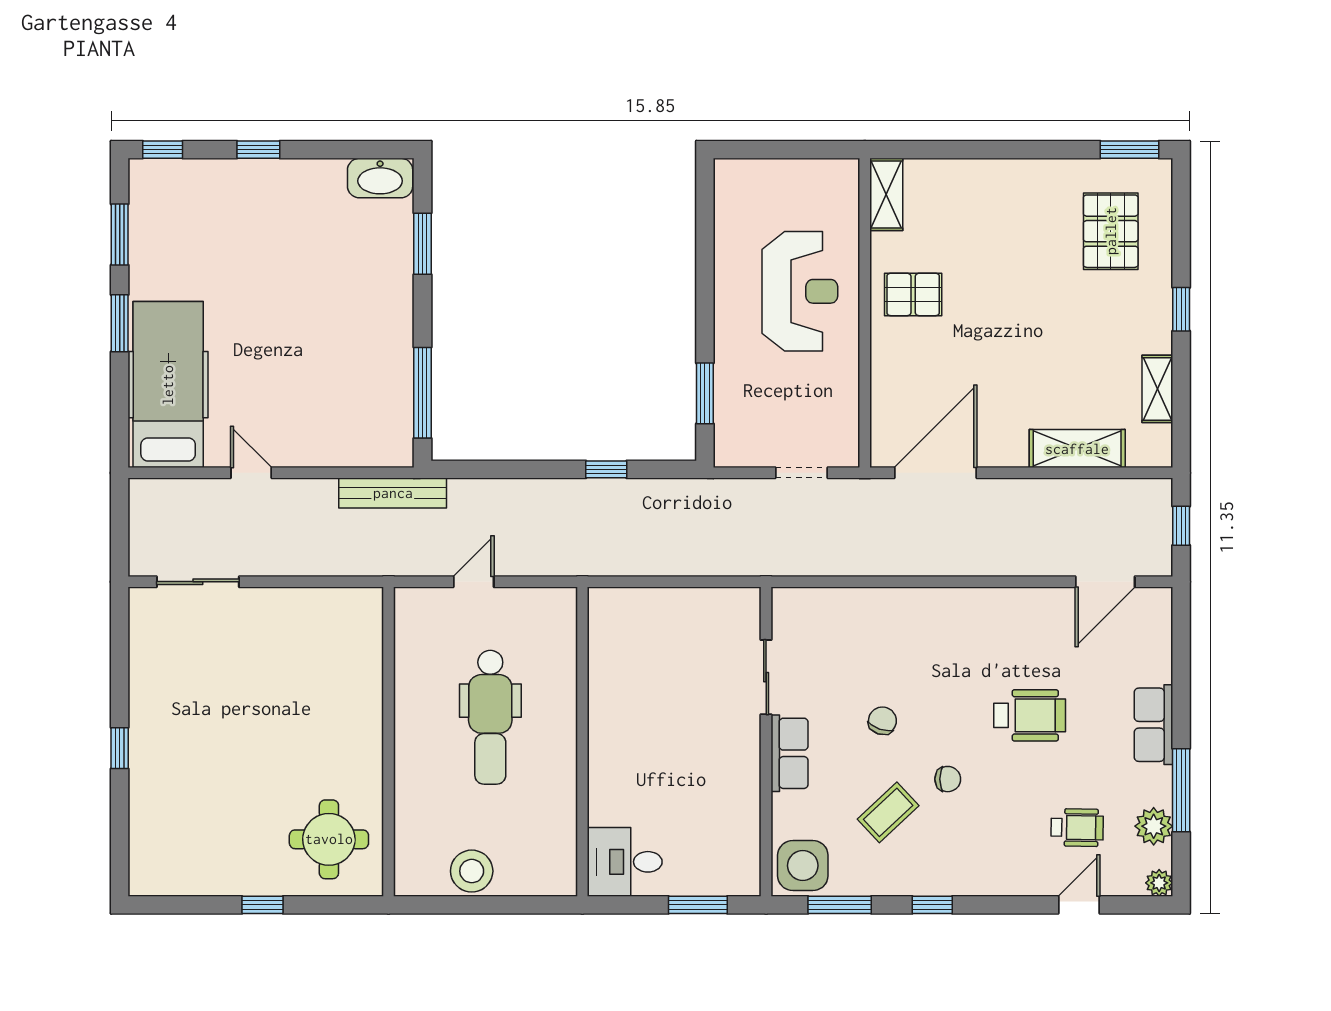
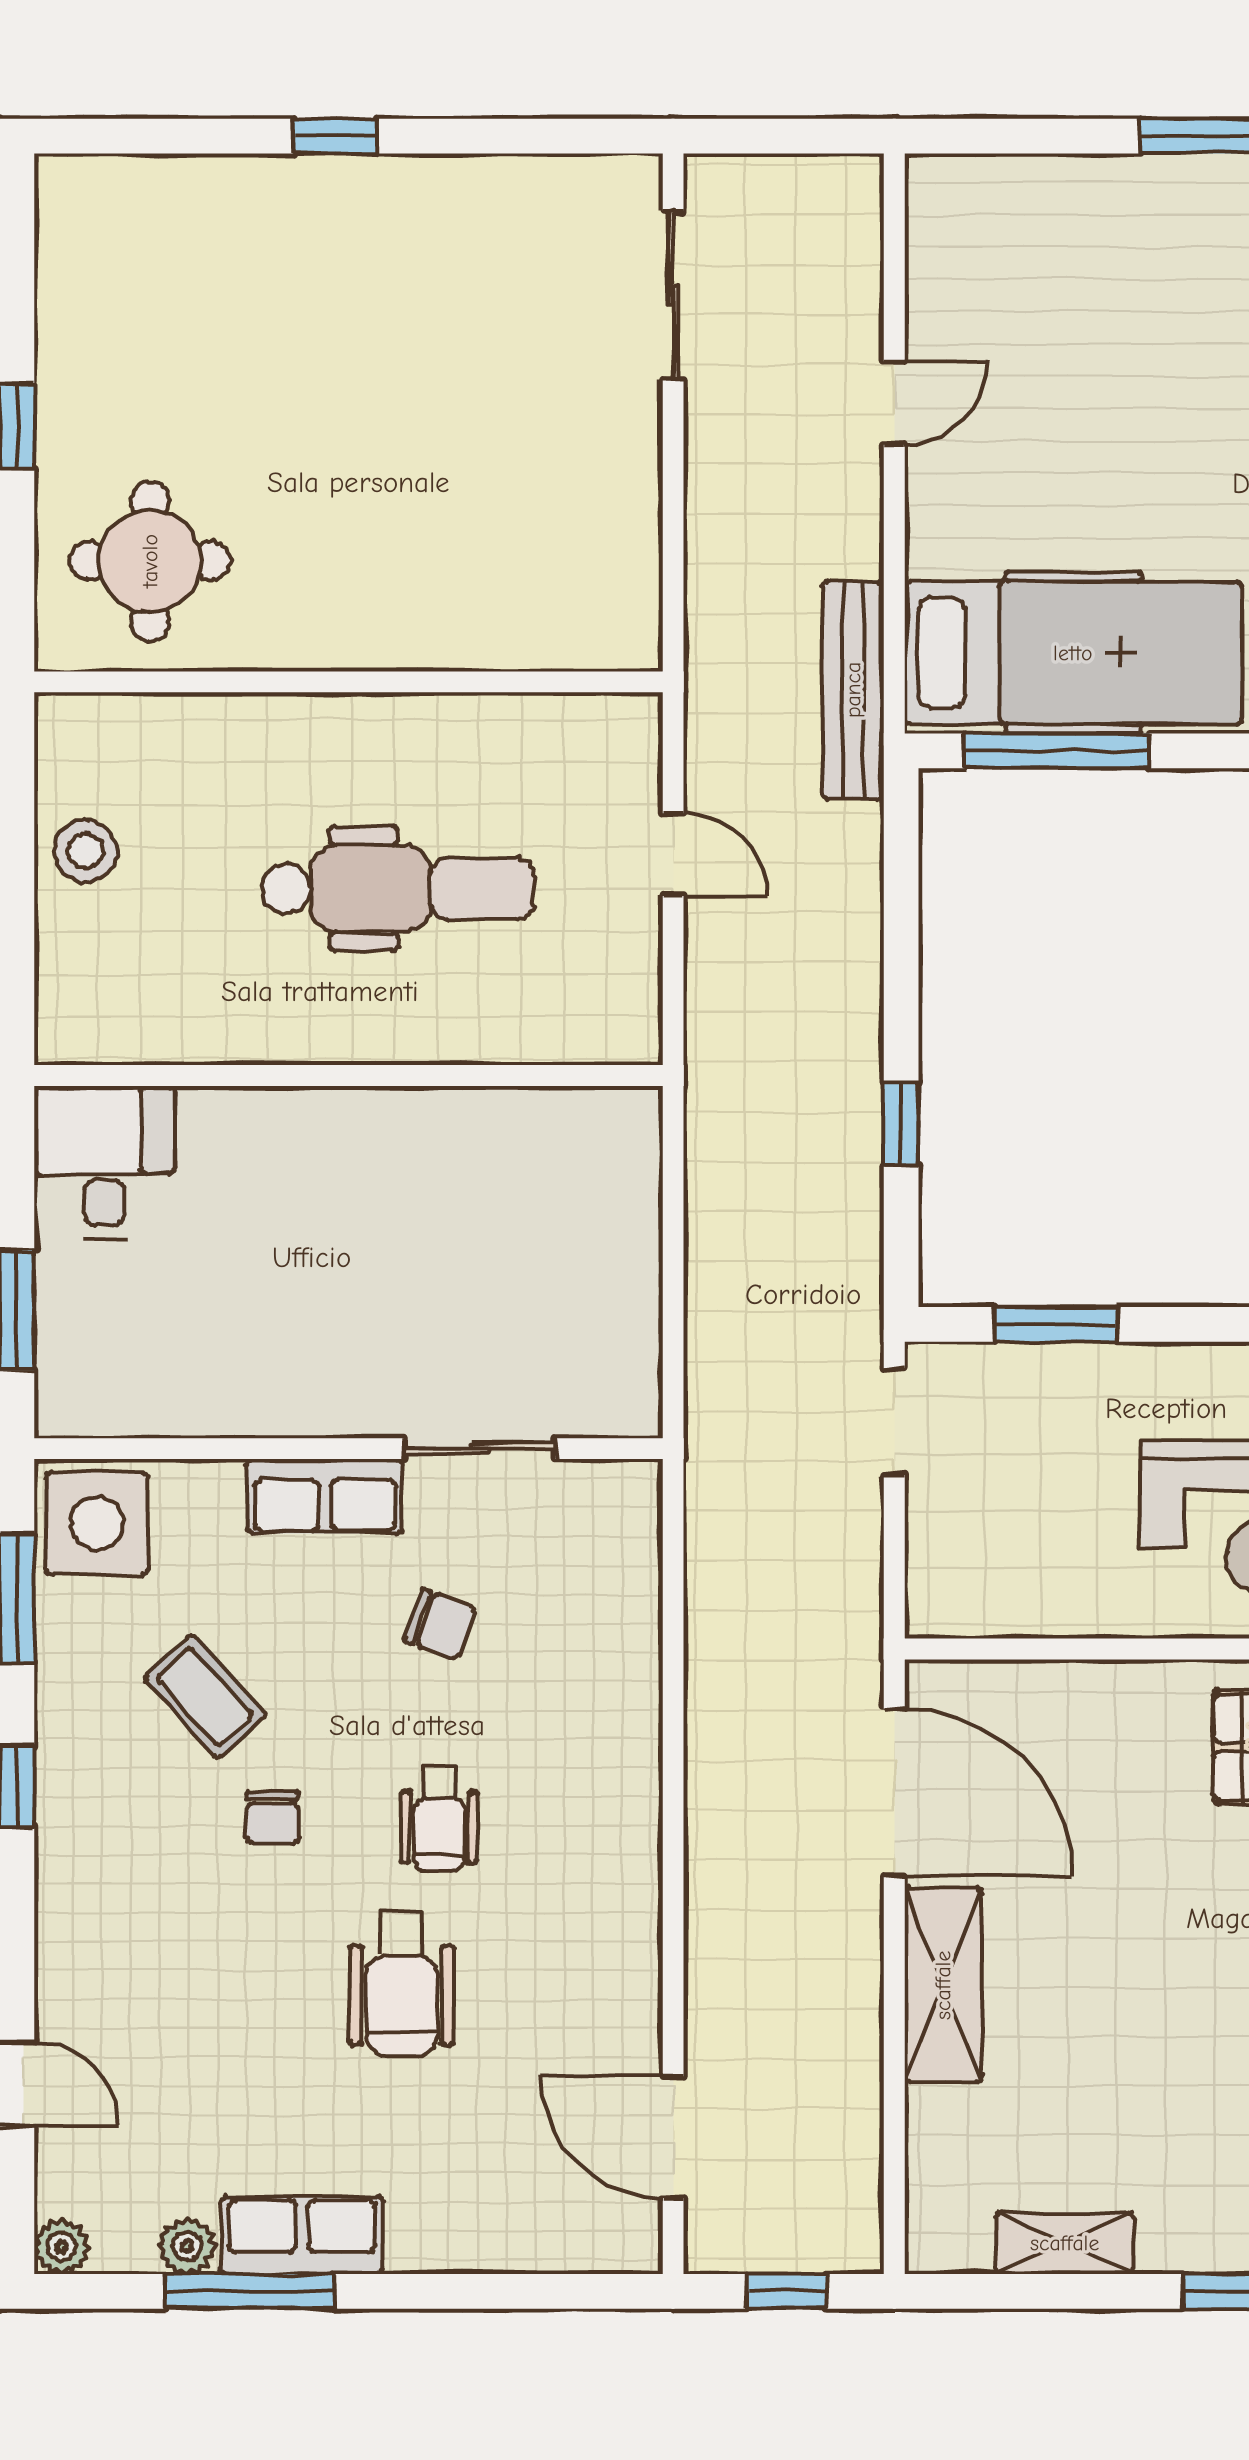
hospital bed: (168, 385) -> (1073, 653), moved
shelving: (1077, 449) -> (943, 1985), moved
doorway: (802, 473) -> (894, 1422), moved
dental chair: (490, 717) -> (398, 889), turned 180
chair: (882, 721) -> (440, 1624), moved
row of seats: (1154, 725) -> (302, 2235), moved
plant: (1154, 826) -> (187, 2246), width x0.73, depth x0.73
wheelchair: (1077, 828) -> (439, 1819), moved
stool: (472, 871) -> (86, 851), width x0.73, depth x0.73

